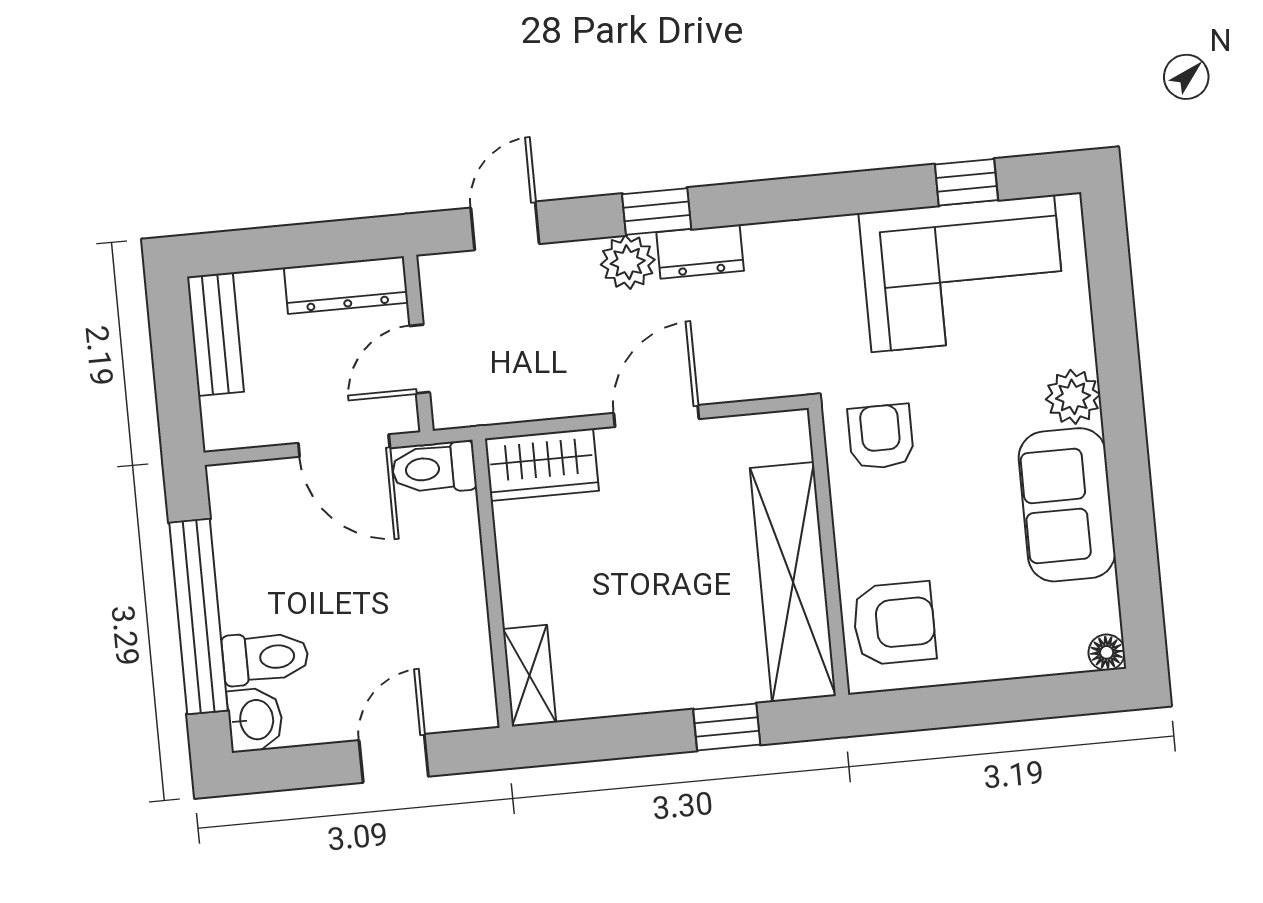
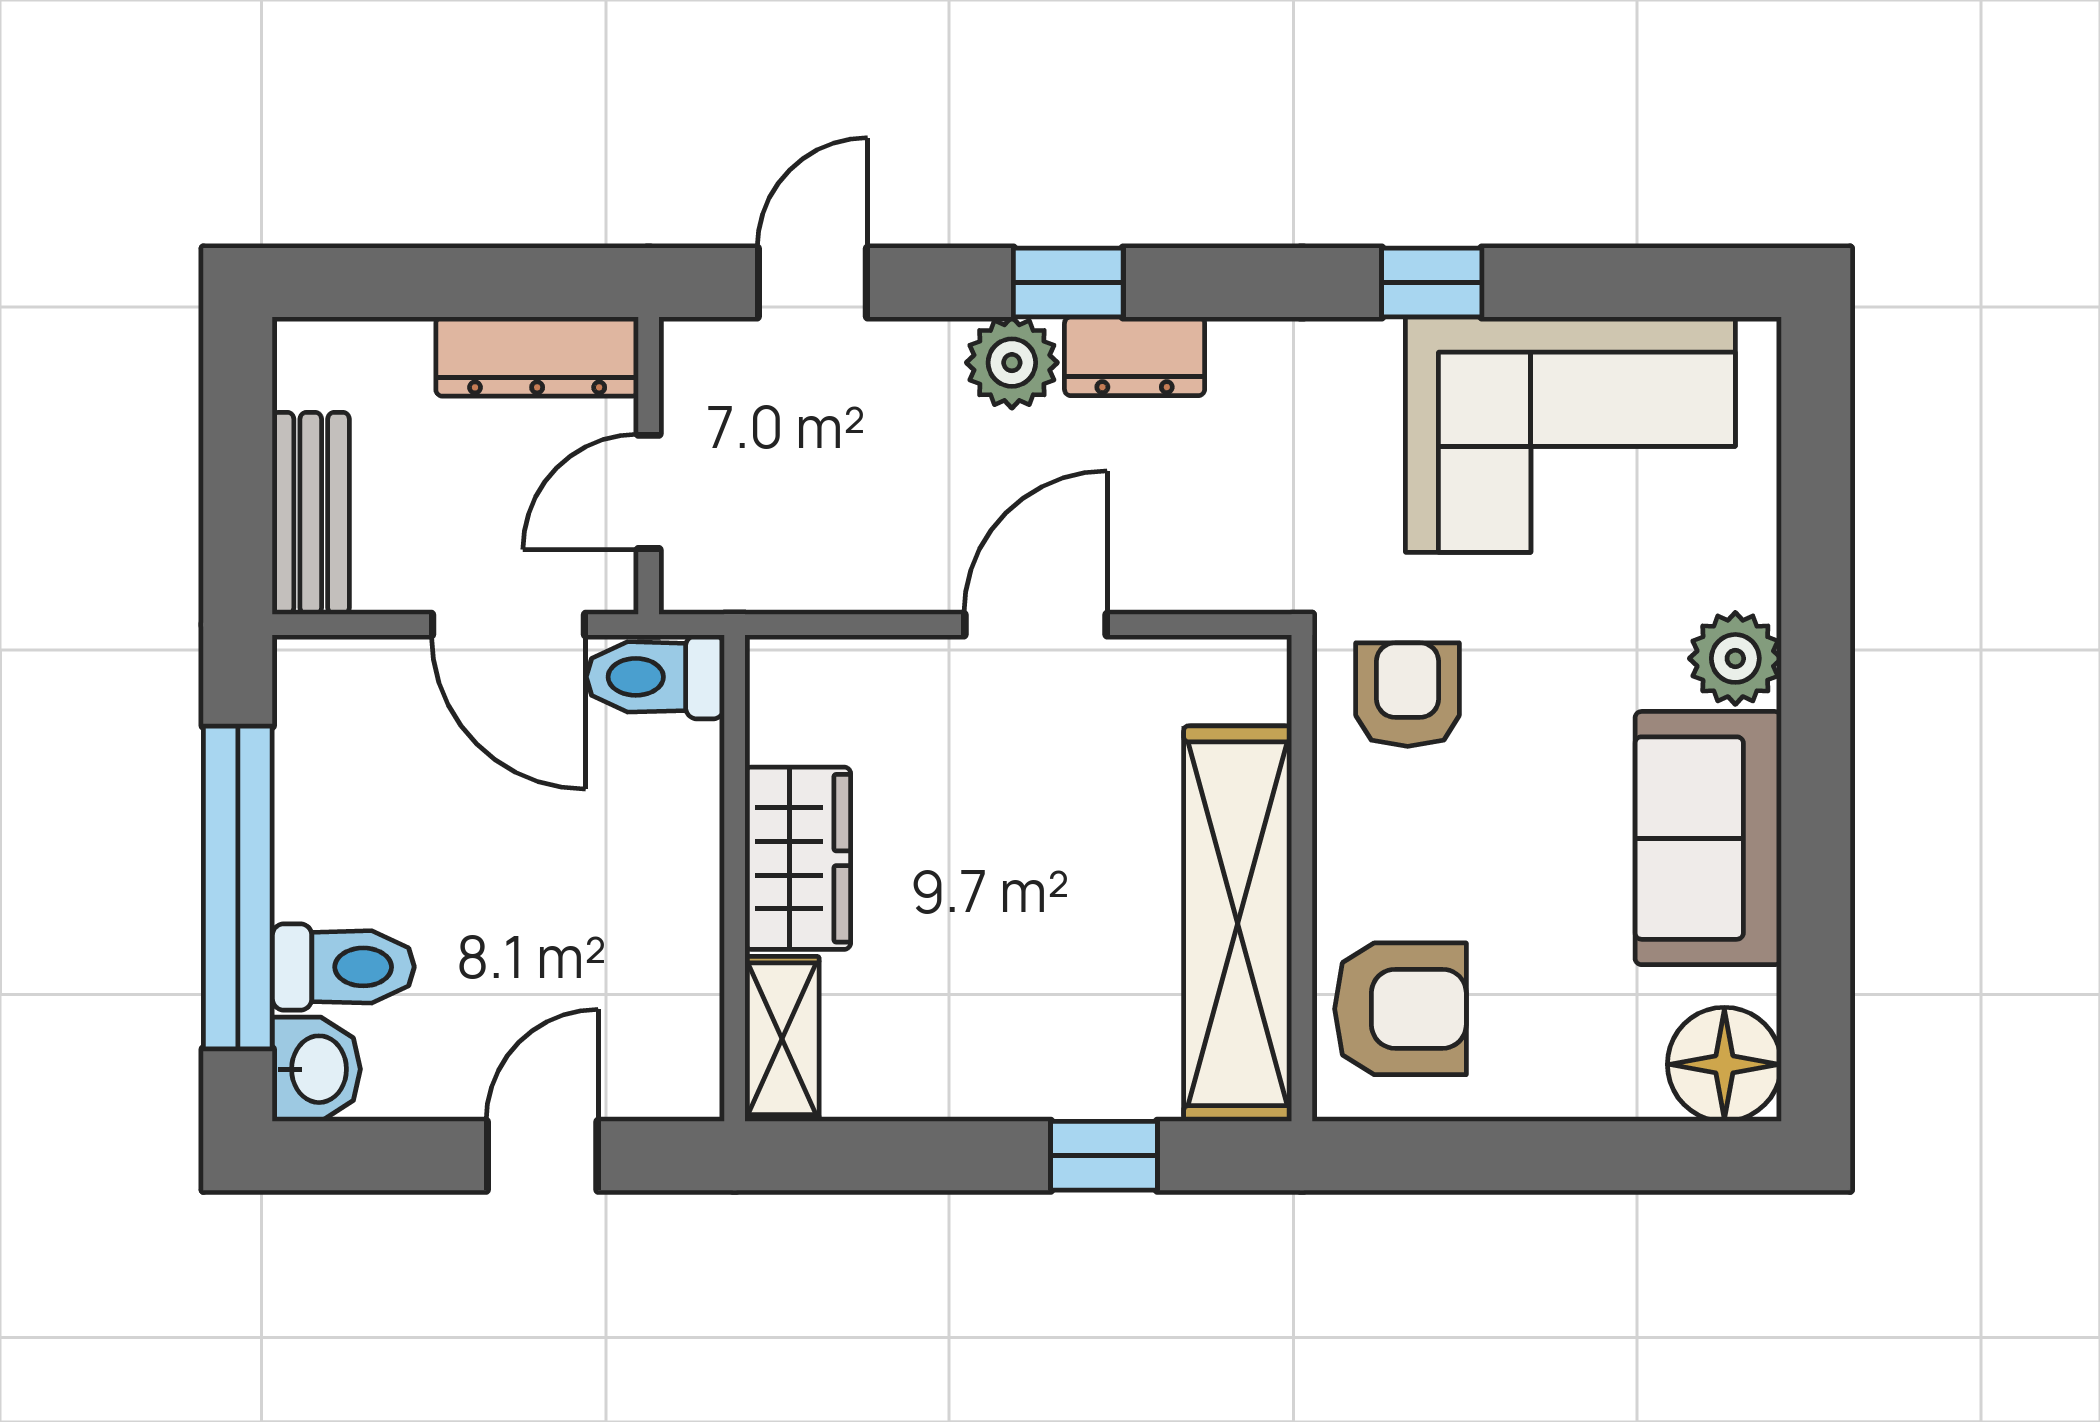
window: (966, 182) -> (1432, 283), moved
bench: (215, 334) -> (311, 513), moved
wardrobe: (542, 465) -> (798, 858), moved, turned -90
floor lamp: (1107, 652) -> (1724, 1064), width x1.89, depth x1.89

